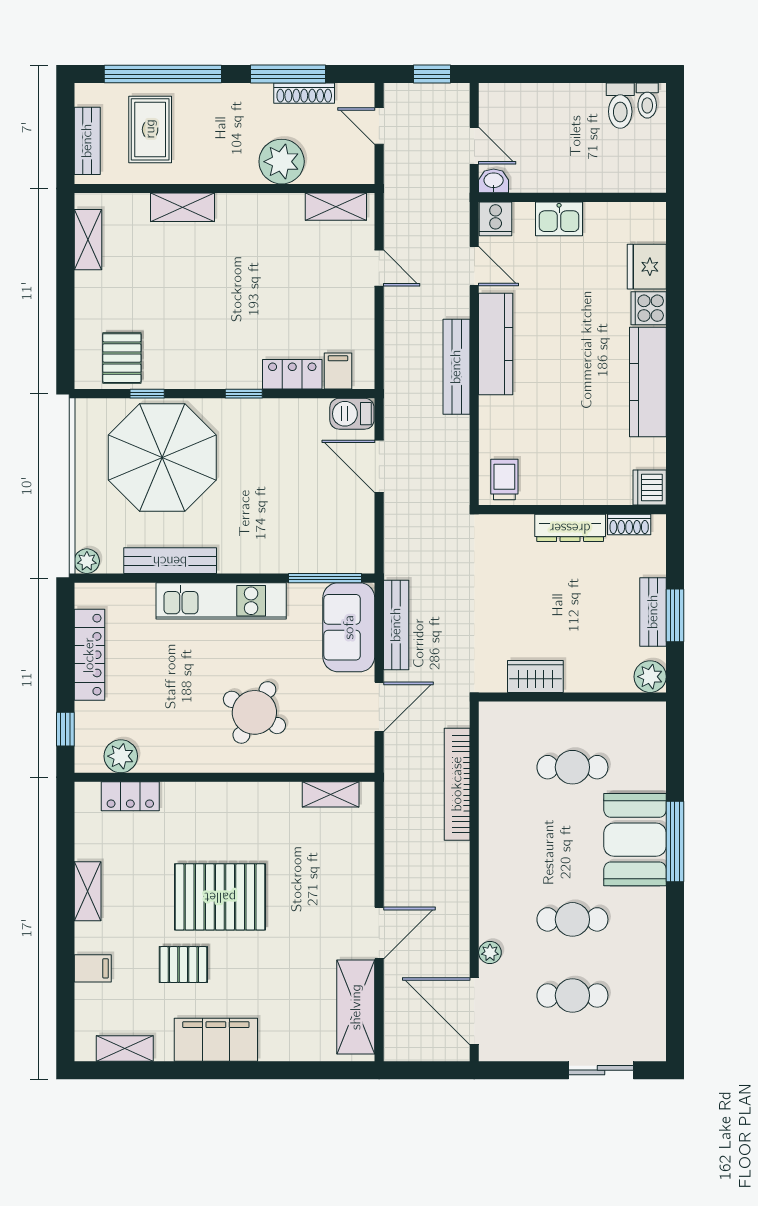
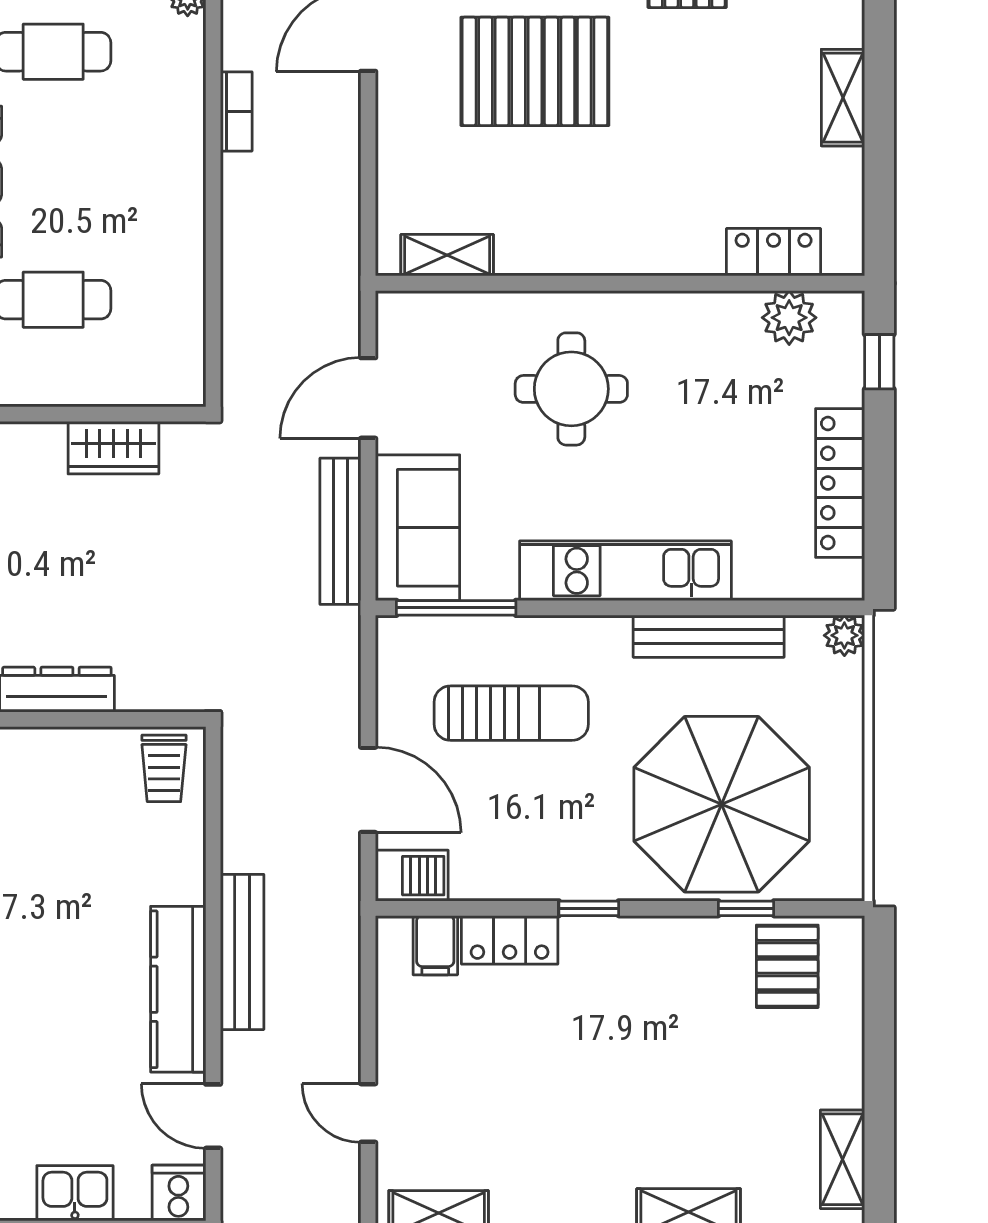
sun lounger: (291, 513) -> (511, 713), added
round table: (254, 712) -> (571, 389), turned -30
bookcase: (457, 784) -> (236, 111), moved, width x0.43, depth x0.76
pallet: (220, 897) -> (535, 71), moved

